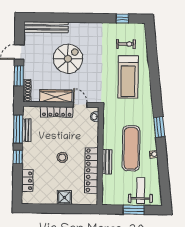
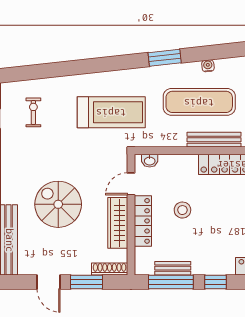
treadmill: (128, 77) -> (111, 112), moved
stool: (62, 157) -> (182, 210), moved
bench: (107, 162) -> (214, 140), width x1.36

